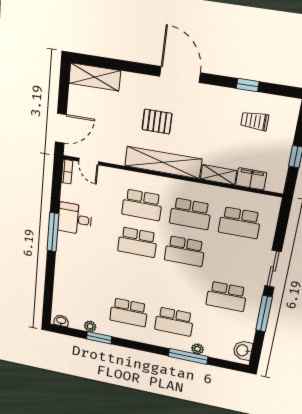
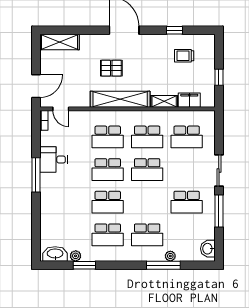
school desk: (133, 278) -> (108, 202), added
washbasin: (61, 321) -> (55, 254), width x1.91, depth x1.45

